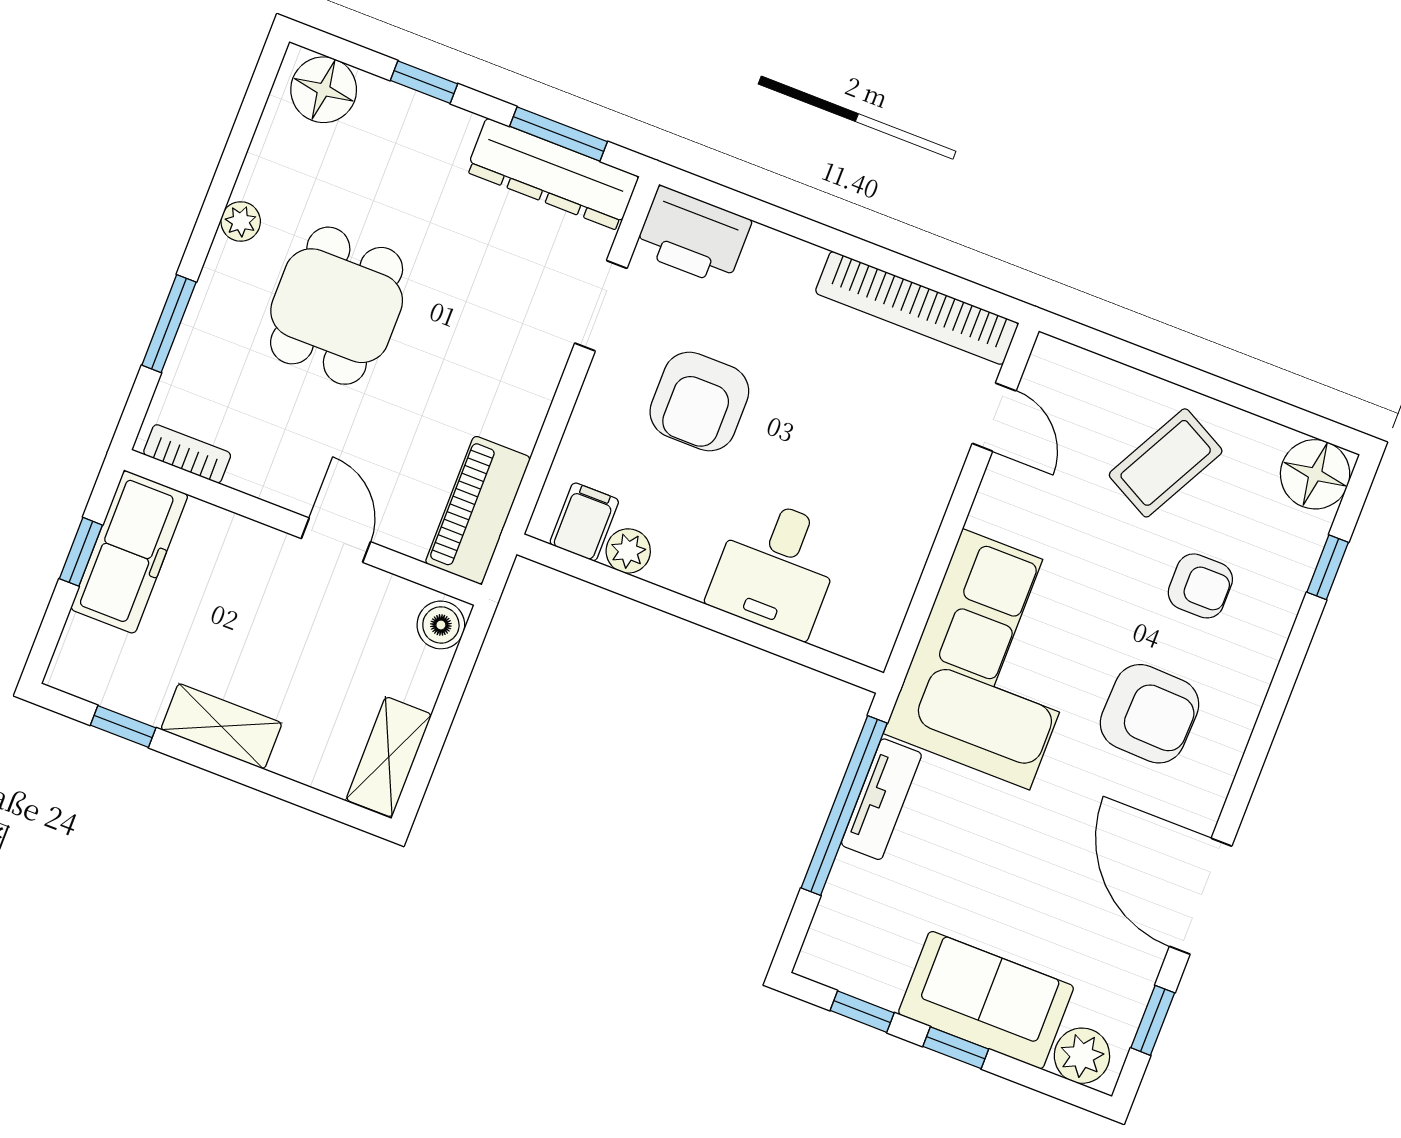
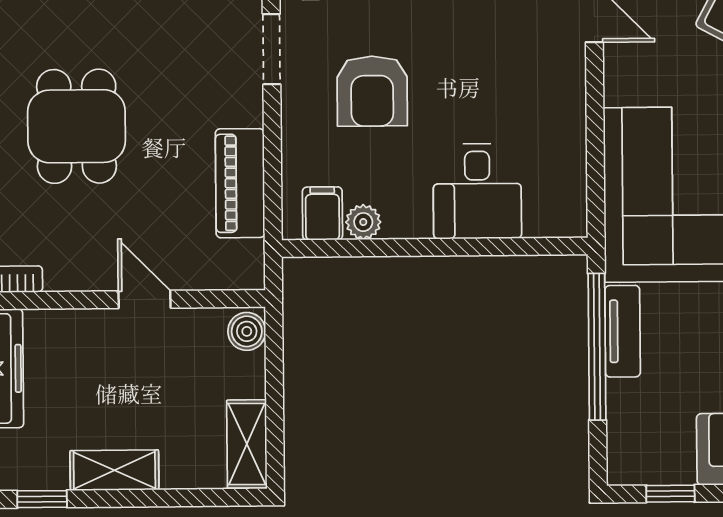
piano: (478, 510) -> (240, 183), moved

